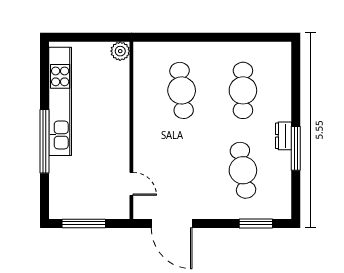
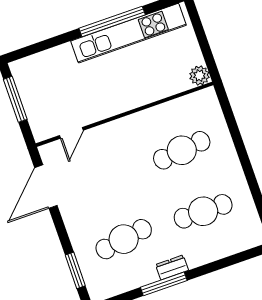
window: (45, 141) -> (112, 22), moved

